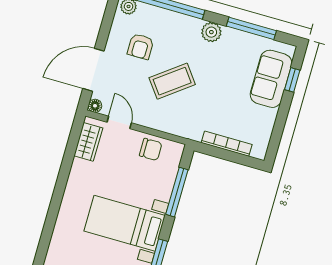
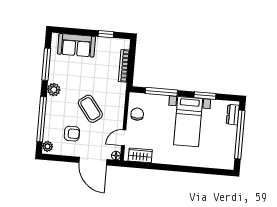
window: (292, 80) -> (106, 34), moved

